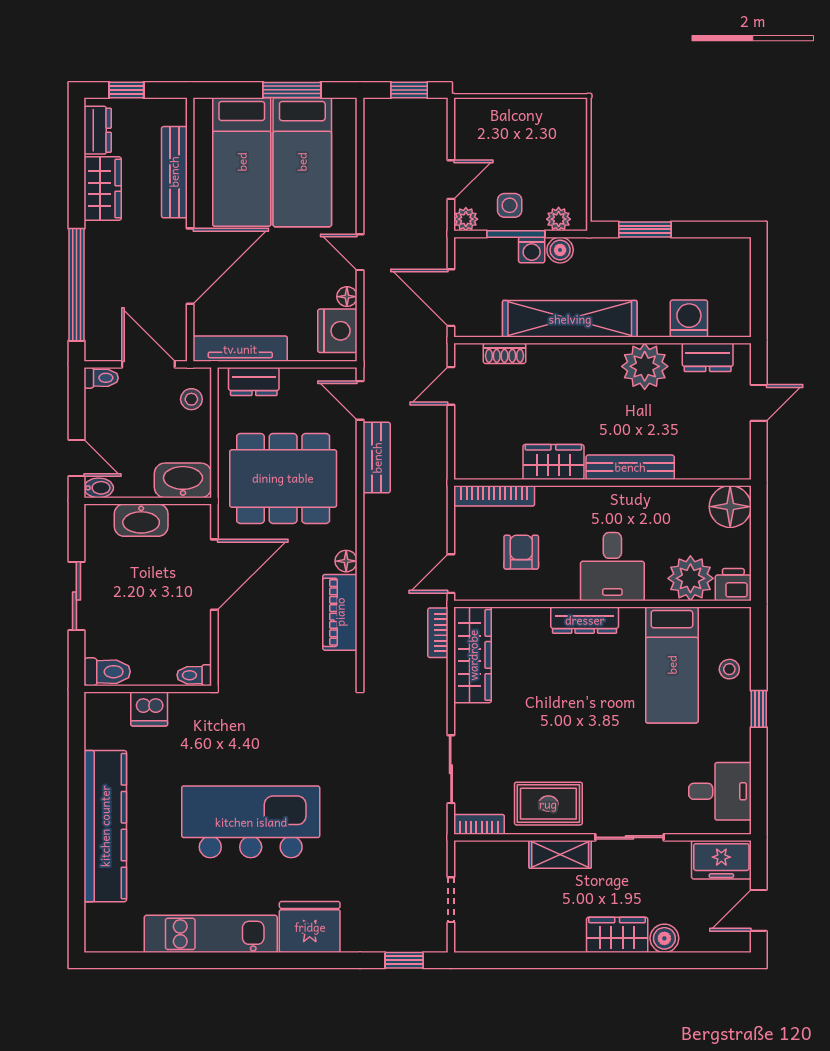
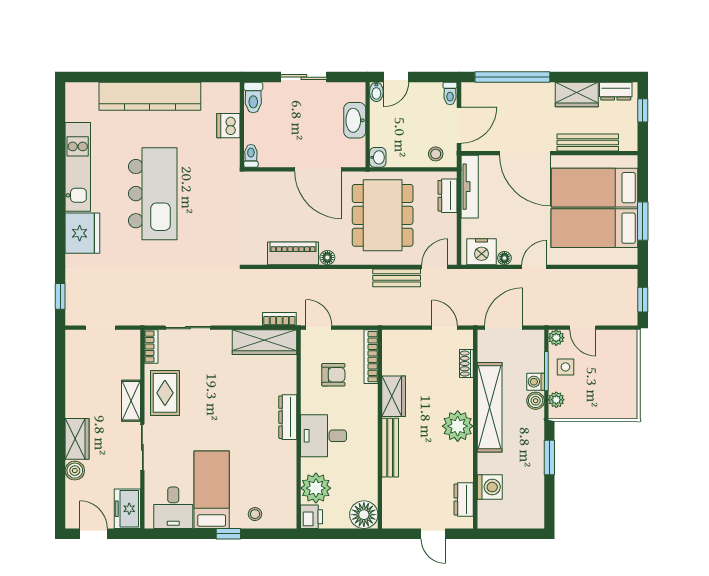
plant: (645, 366) -> (458, 426), moved
washbasin: (183, 480) -> (378, 157), width x0.52, depth x0.69
bed: (672, 665) -> (212, 490), moved, turned 90

